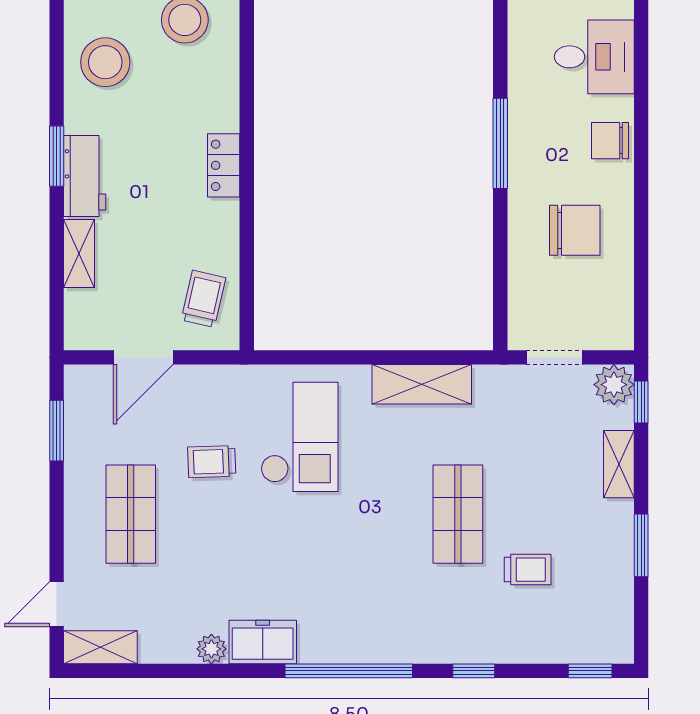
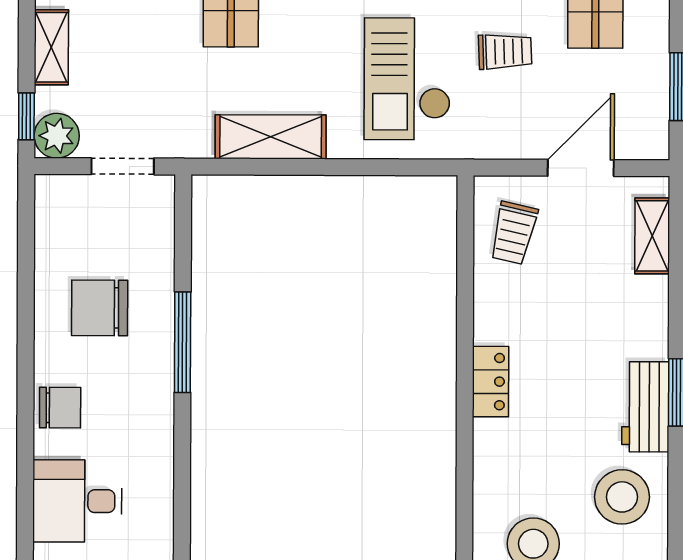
window: (500, 143) -> (183, 342), moved
workbench: (85, 176) -> (645, 407), moved
shelving: (79, 254) -> (652, 236), moved

